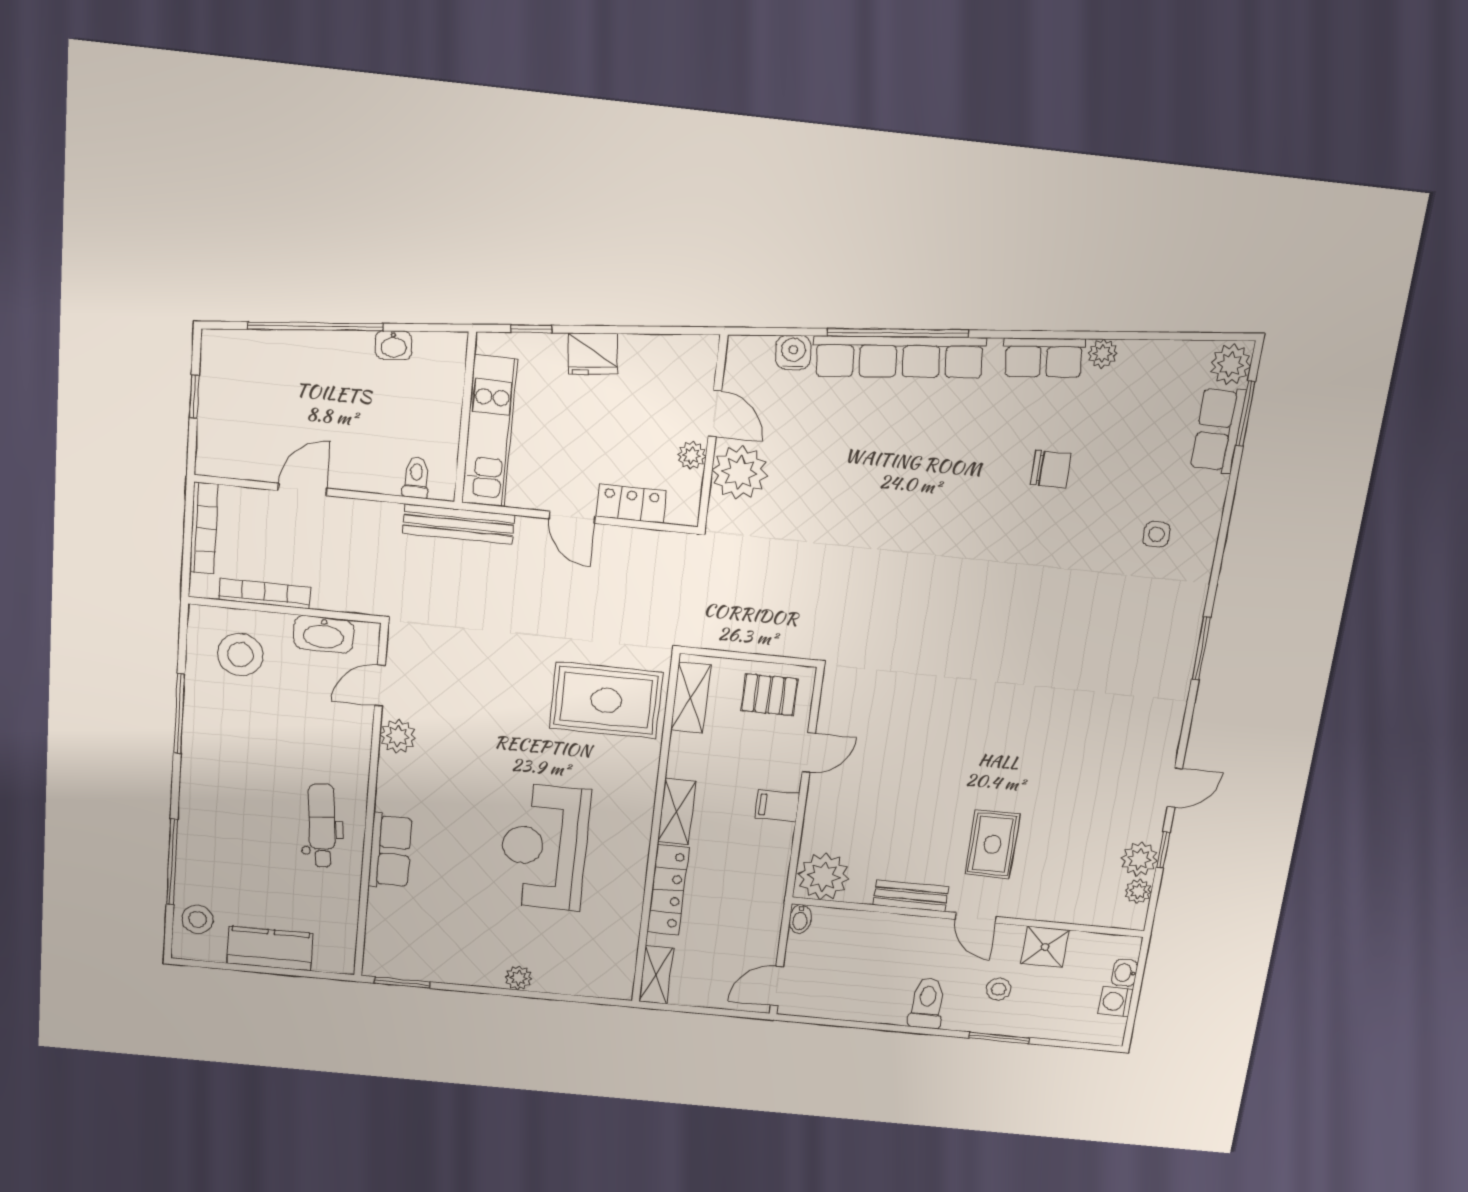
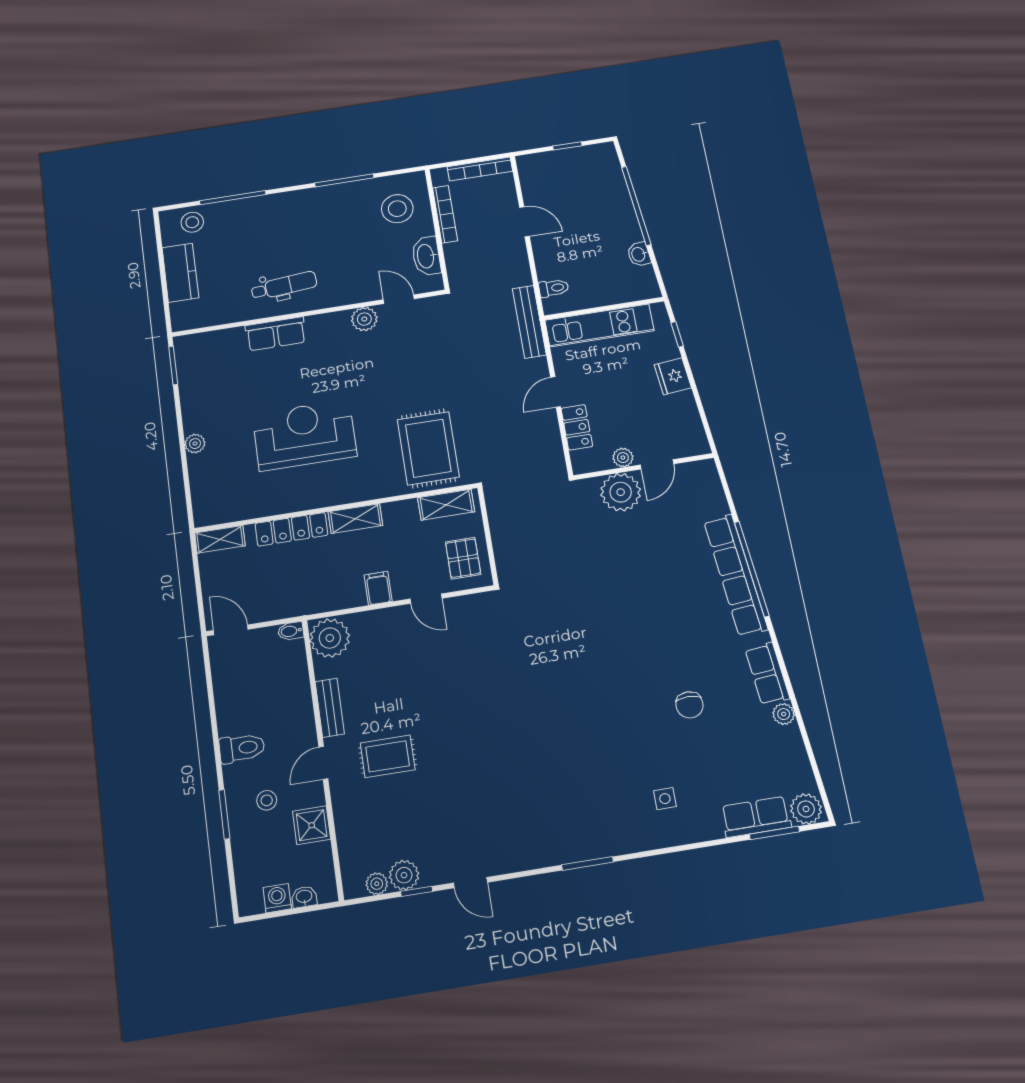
water cooler: (793, 352) -> (716, 504), removed

